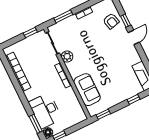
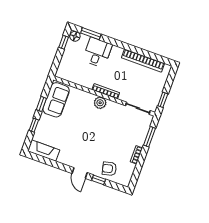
plant: (67, 56) -> (100, 103), moved
sofa: (87, 90) -> (56, 100), moved, turned -90
desk: (45, 111) -> (97, 52), width x0.73
window: (103, 114) -> (41, 104), moved

